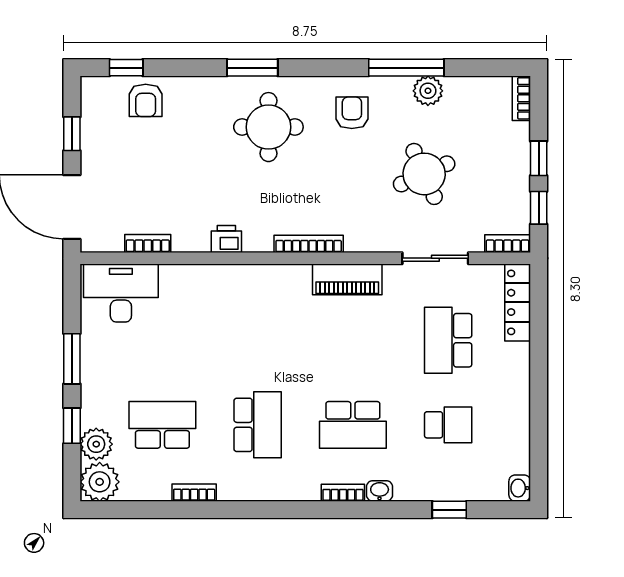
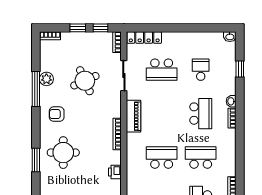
school desk: (258, 340) -> (162, 158), added

